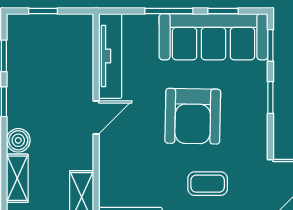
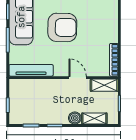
door: (96, 117) -> (78, 78), moved
coffee table: (208, 184) -> (97, 20), removed

